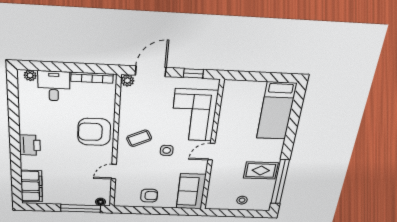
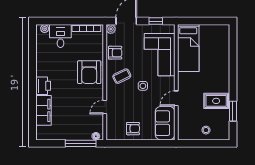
armchair: (132, 110) -> (115, 53), added
bed: (276, 111) -> (188, 48), moved
armchair: (94, 132) -> (89, 72), turned -90
door: (211, 152) -> (176, 98), moved
window: (280, 182) -> (233, 111), width x0.47
filing cabinet: (32, 186) -> (43, 110), moved

